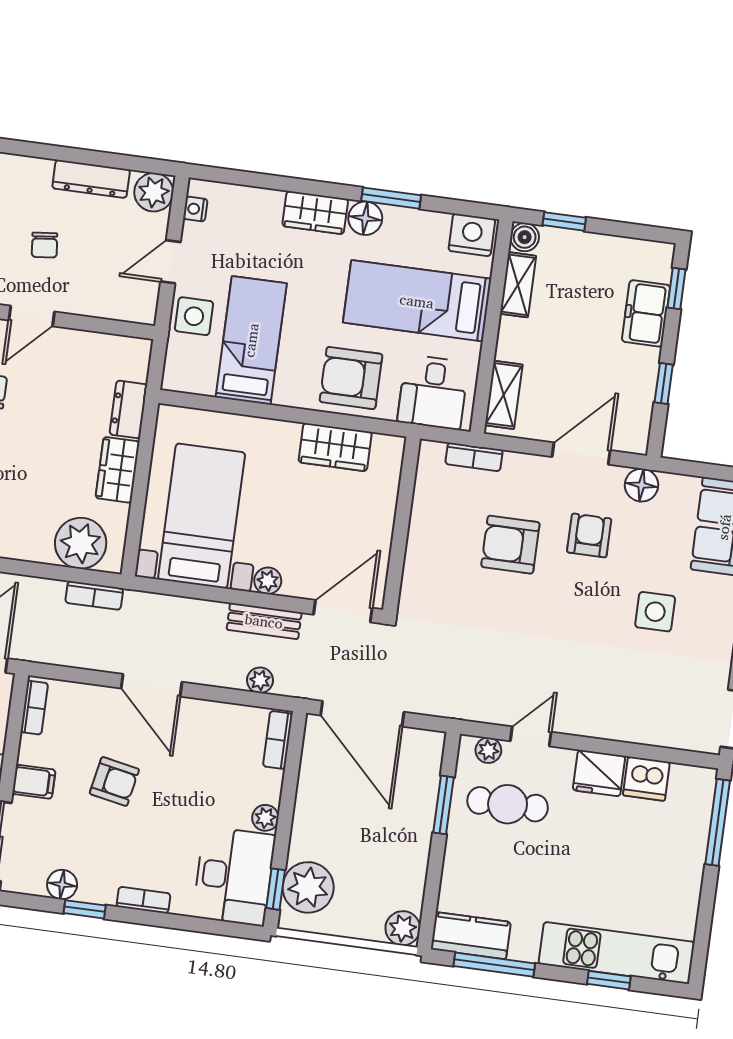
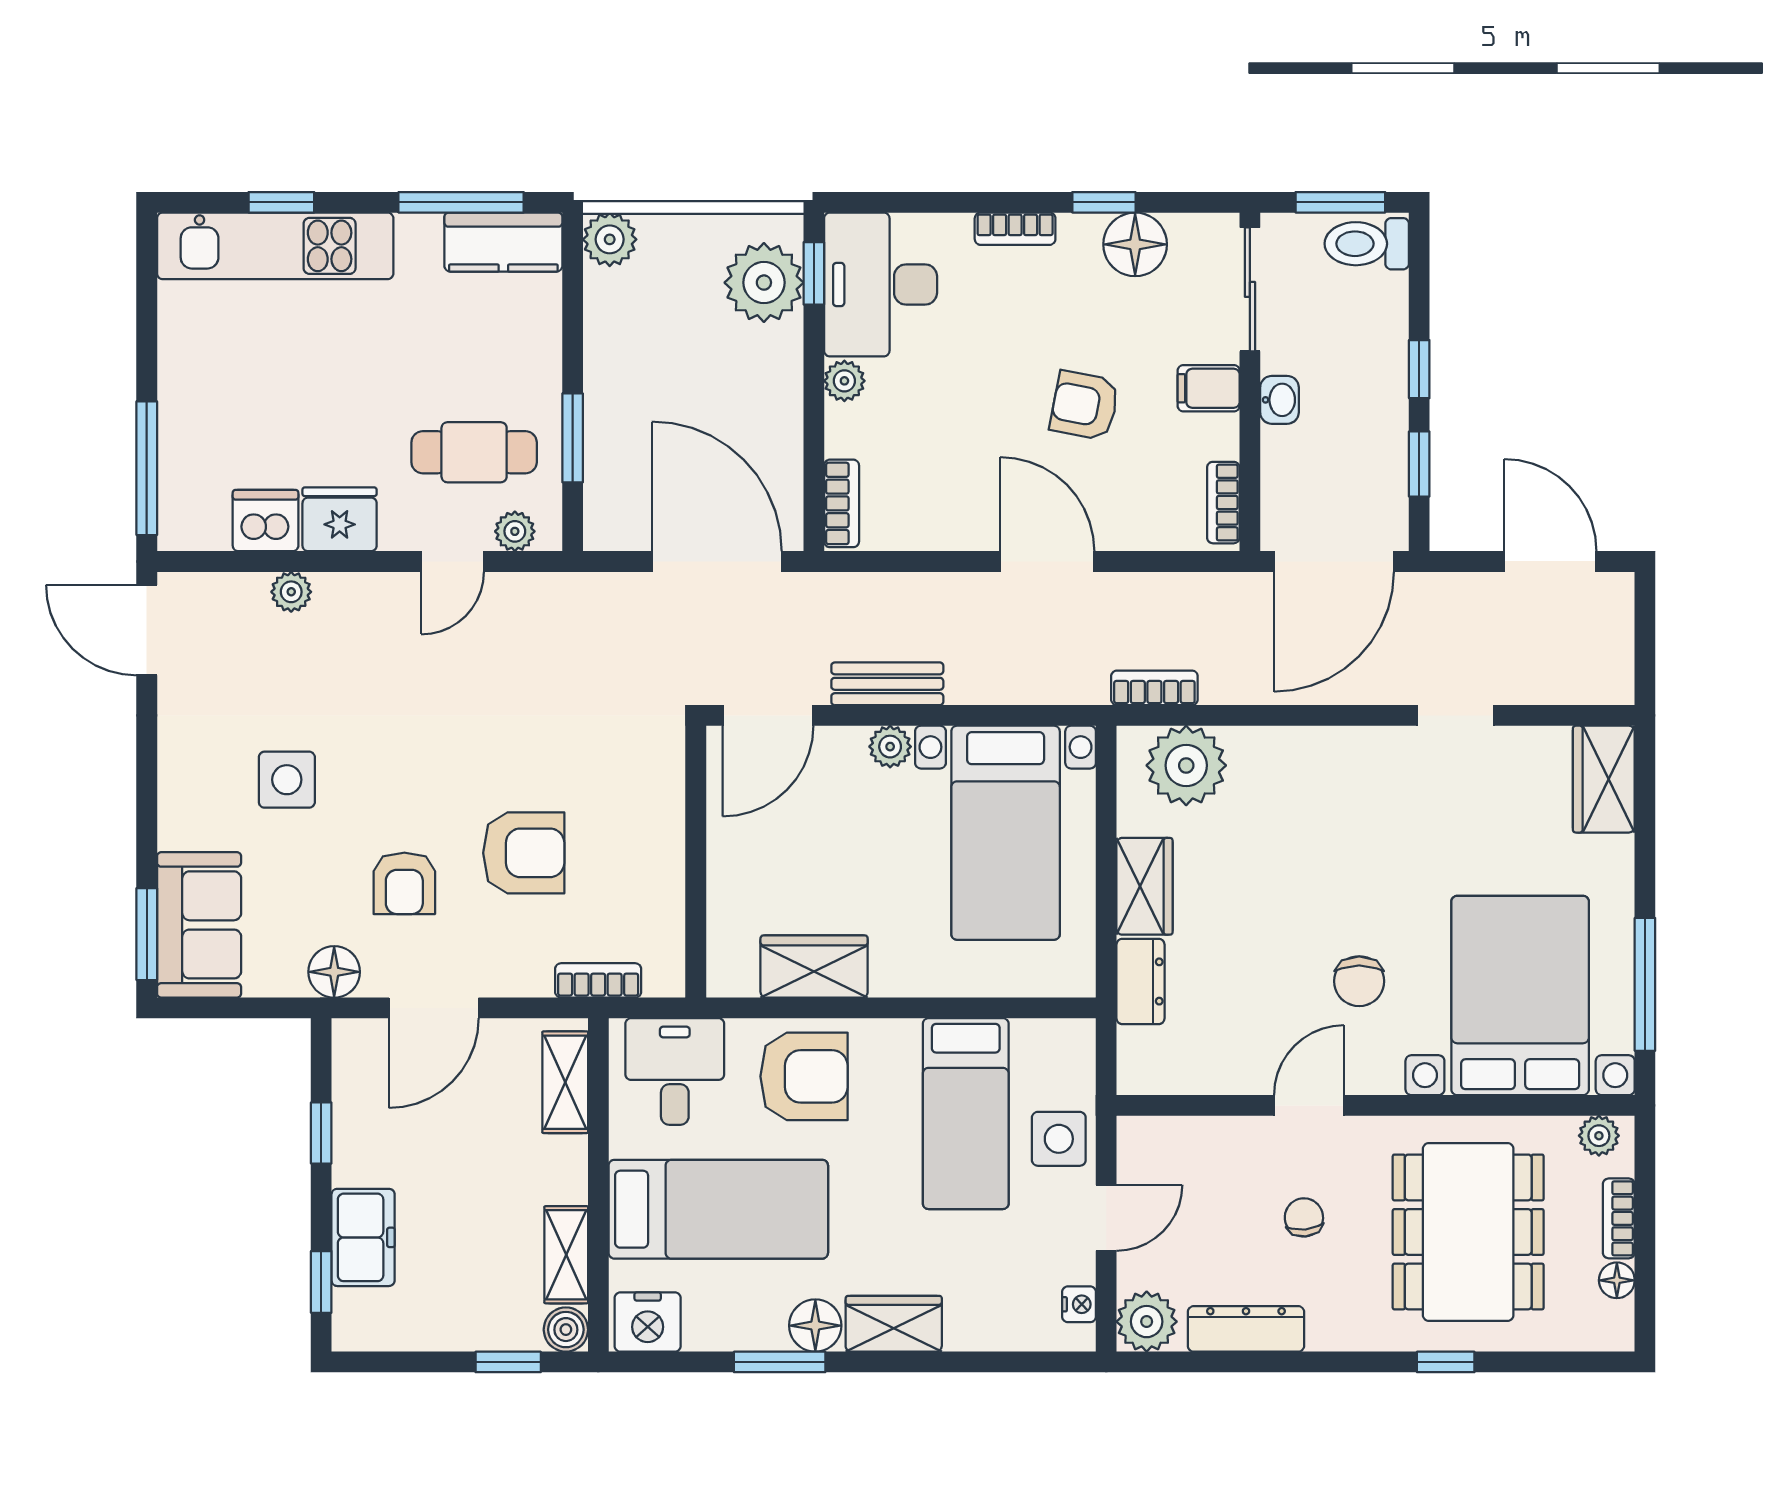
plant: (260, 680) -> (291, 592), moved
floor lamp: (62, 885) -> (1135, 244), width x1.38, depth x1.38

